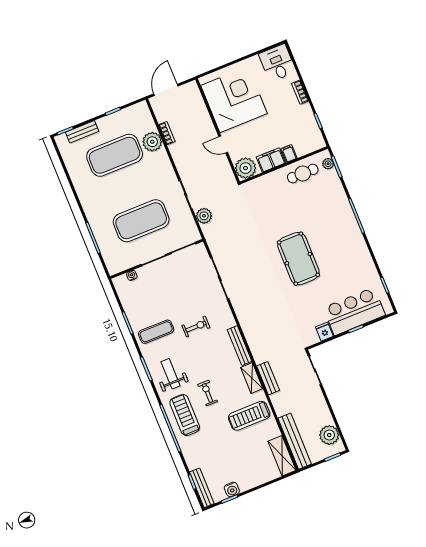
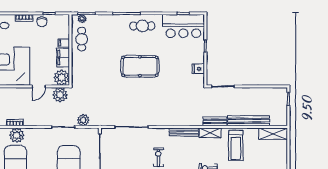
chair: (304, 116) -> (42, 22), added
cafe table: (349, 242) -> (142, 26), added
bar counter: (354, 311) -> (183, 26), moved, turned -90
plant: (329, 435) -> (60, 95), moved
bench: (295, 441) -> (249, 121), moved

